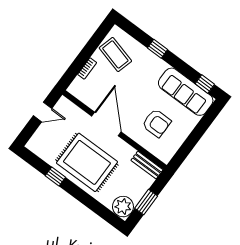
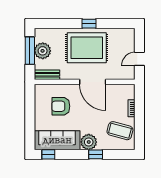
plant: (155, 66) -> (89, 142), added
window: (55, 177) -> (89, 24), moved
window: (146, 202) -> (30, 51), width x1.44
plant: (123, 207) -> (43, 51), moved

